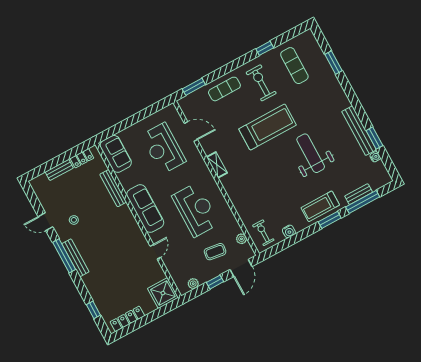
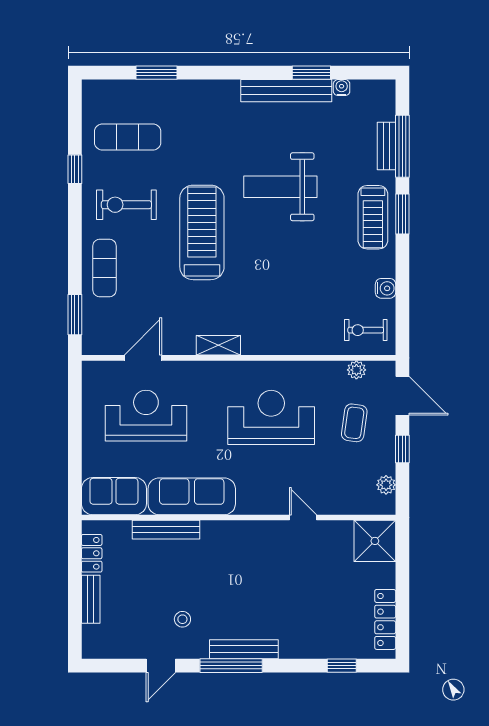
reception desk: (163, 148) -> (146, 416), turned 180
sofa: (145, 209) -> (192, 496), moved

